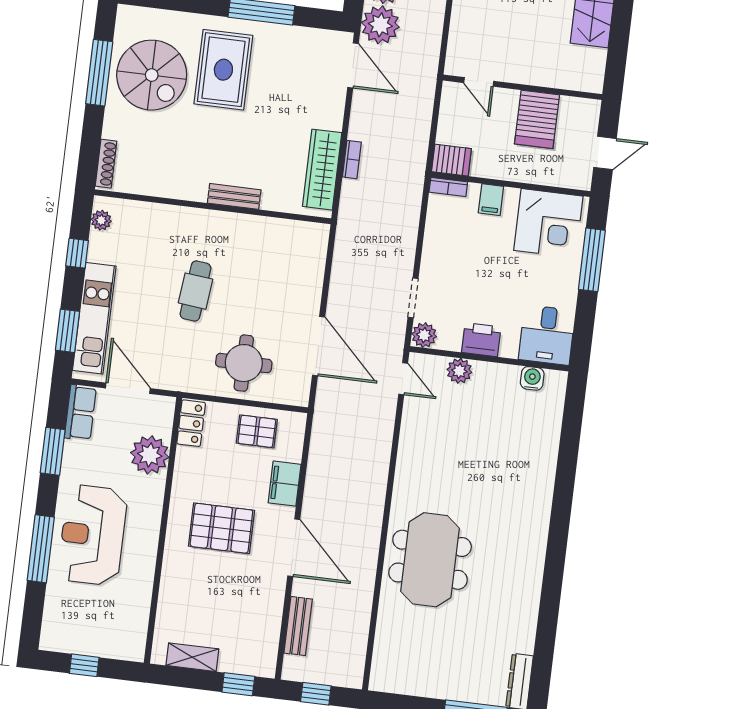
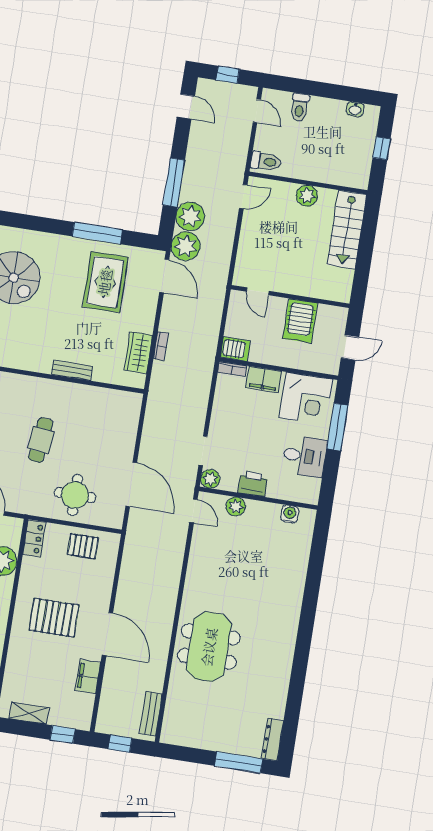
rug: (223, 70) -> (105, 282), moved
wardrobe: (322, 170) -> (138, 353), width x0.67
filing cabinet: (491, 200) -> (264, 379), width x2.00
desk: (547, 335) -> (304, 456), moved, turned -90
filing cabinet: (285, 484) -> (88, 676), moved
bench: (298, 626) -> (151, 714), moved

